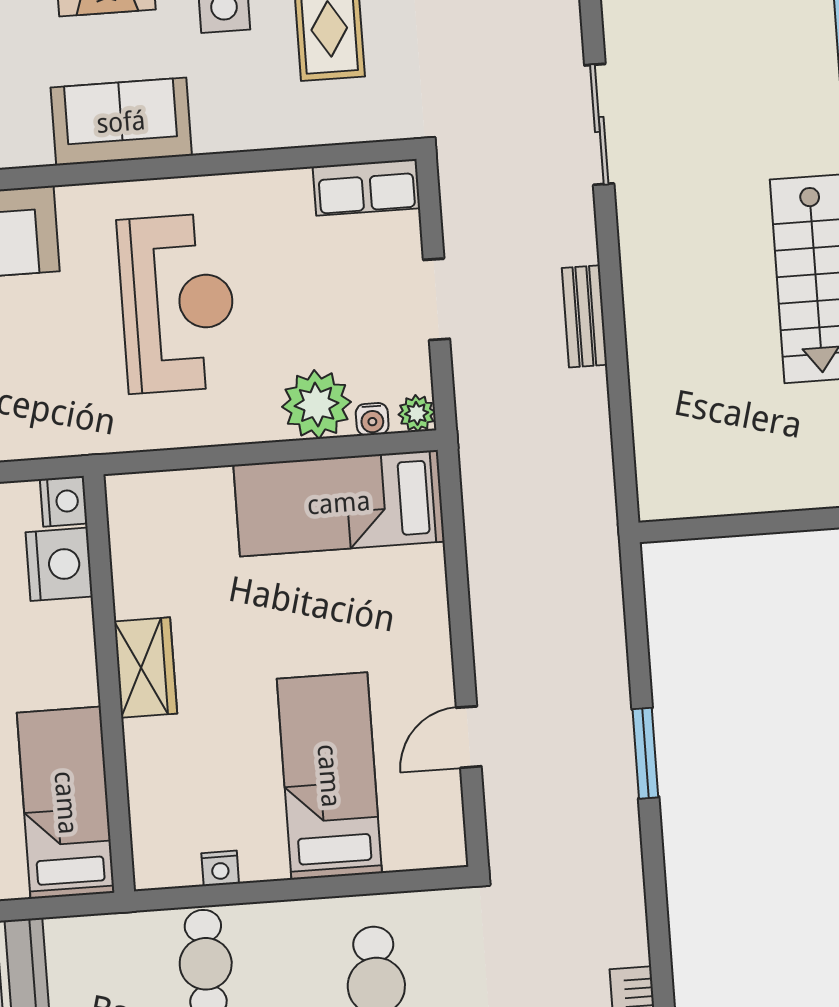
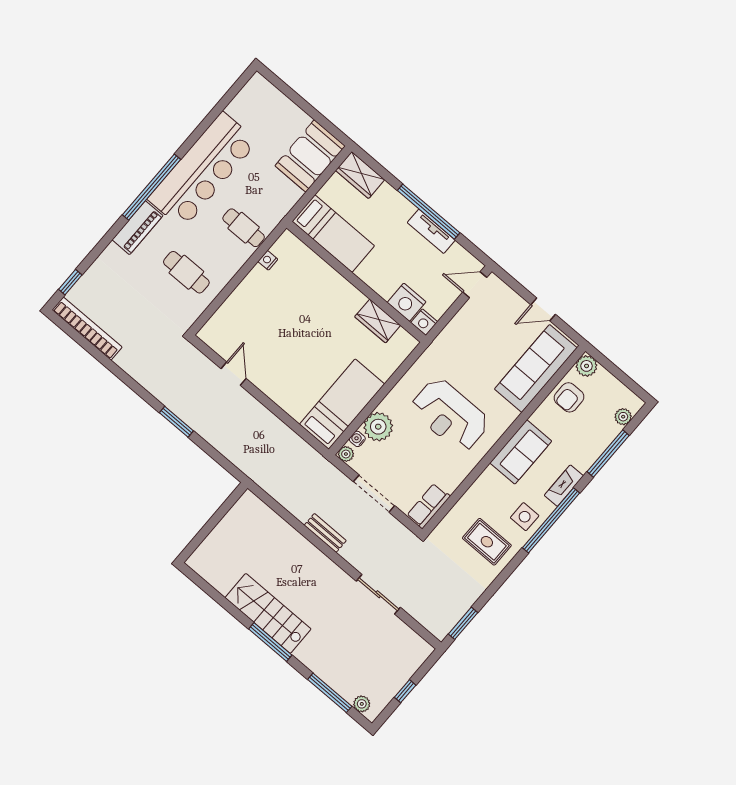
doorway: (437, 299) -> (374, 494), width x1.38
wardrobe: (146, 668) -> (378, 321), moved
bed: (329, 776) -> (263, 320), removed

